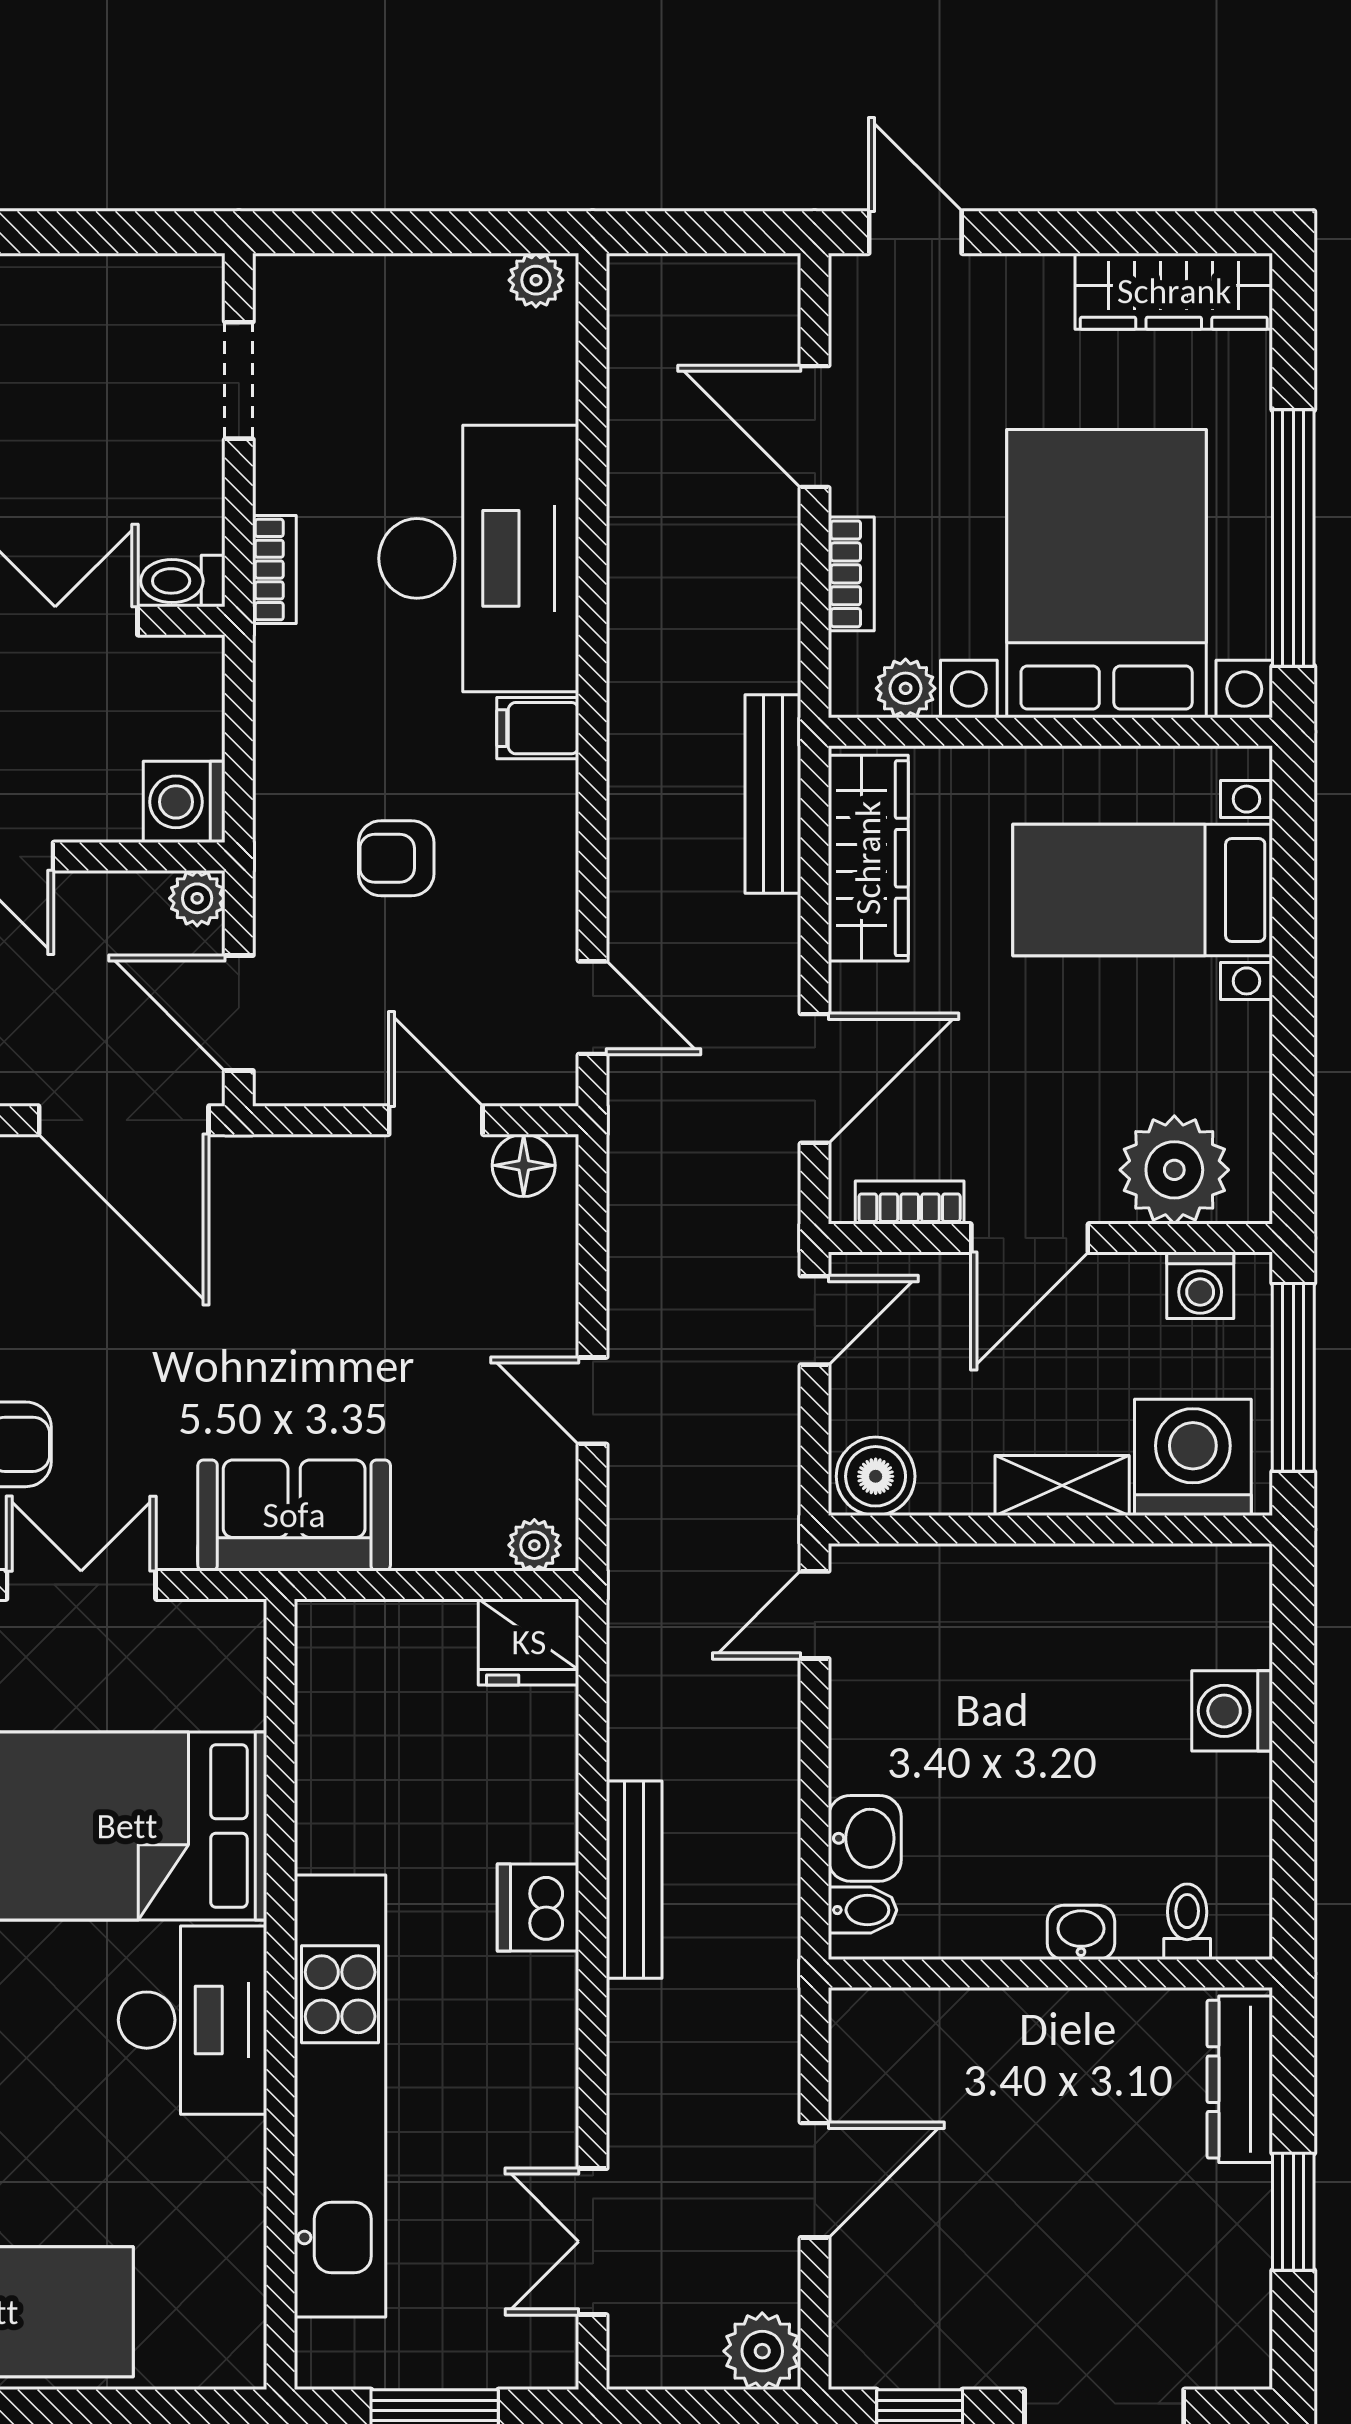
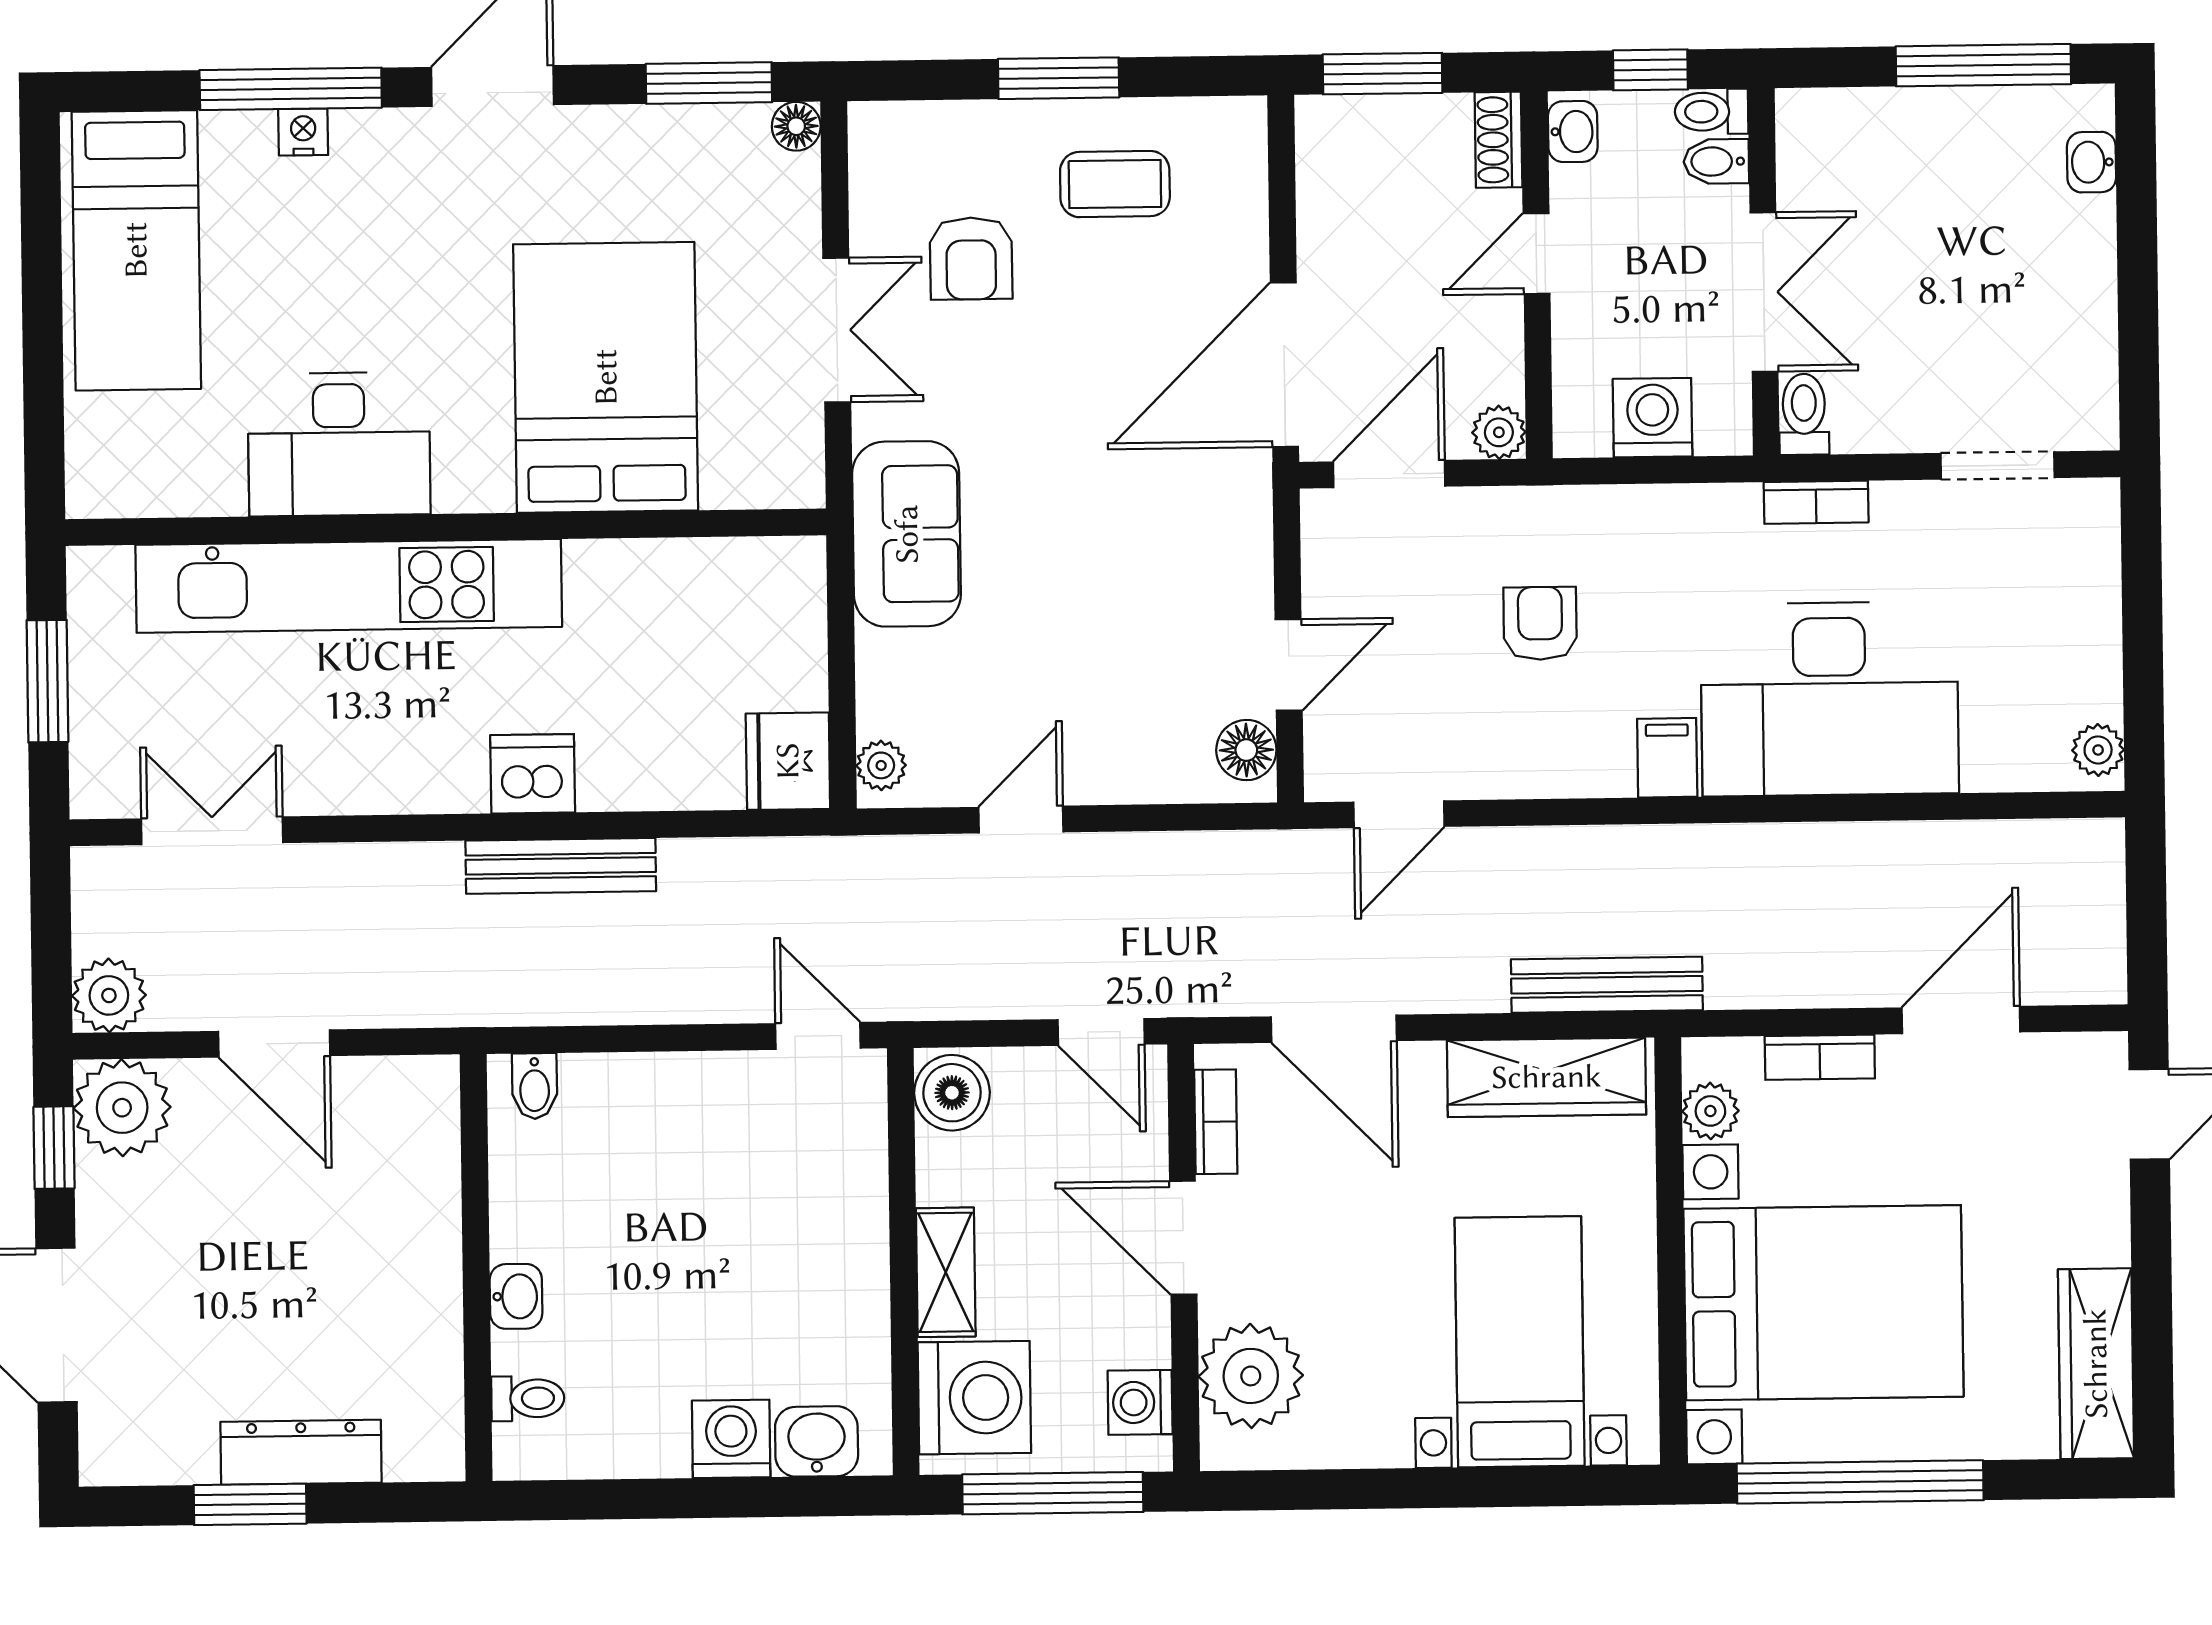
washing machine: (184, 802) -> (1653, 418), moved
washbasin: (865, 1838) -> (817, 1441), moved, turned 180
desk: (193, 2020) -> (339, 444), moved
dresser: (1240, 2079) -> (301, 1452), moved
plant: (879, 2339) -> (122, 1108), added

